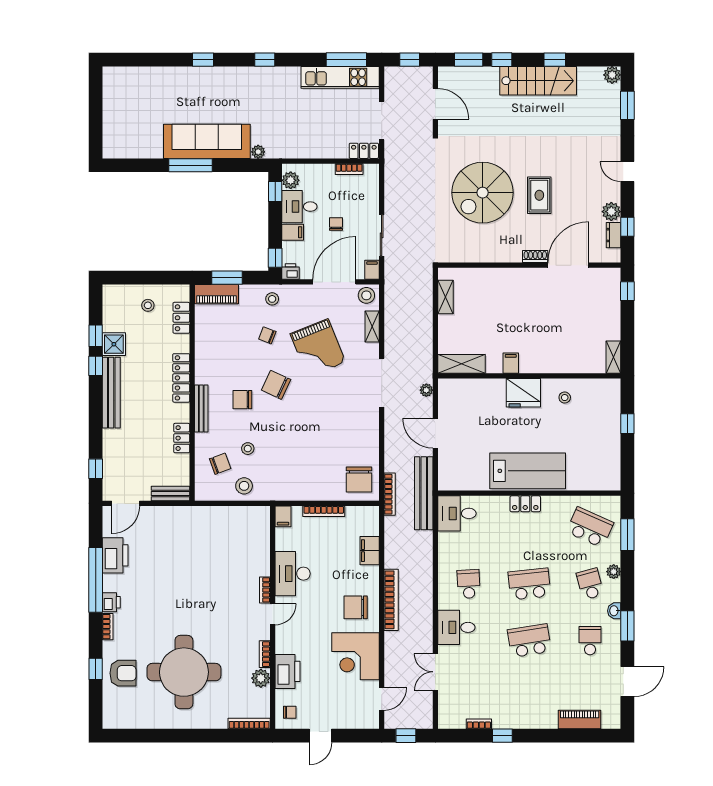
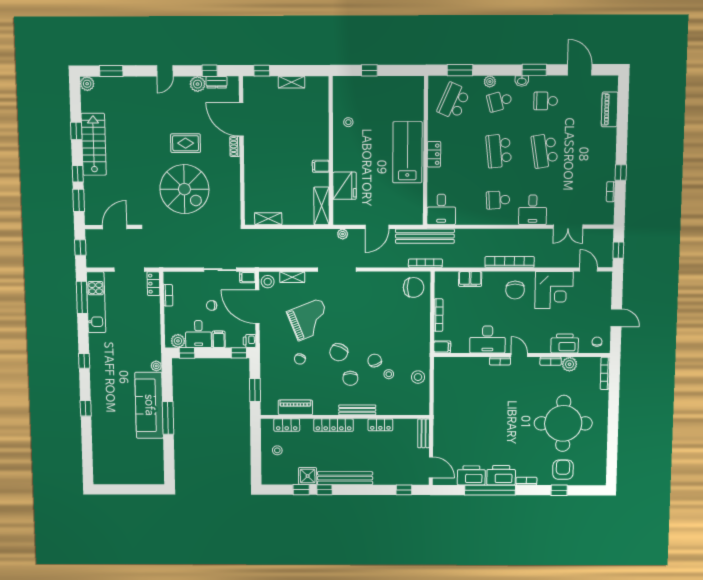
piano: (216, 294) -> (295, 407), moved, turned -90
stool: (272, 299) -> (271, 355), removed
shelving: (613, 357) -> (292, 82), moved
fridge: (523, 393) -> (345, 186), moved
chair: (220, 464) -> (375, 361), moved
printer: (111, 602) -> (501, 475), width x1.87, depth x1.48

